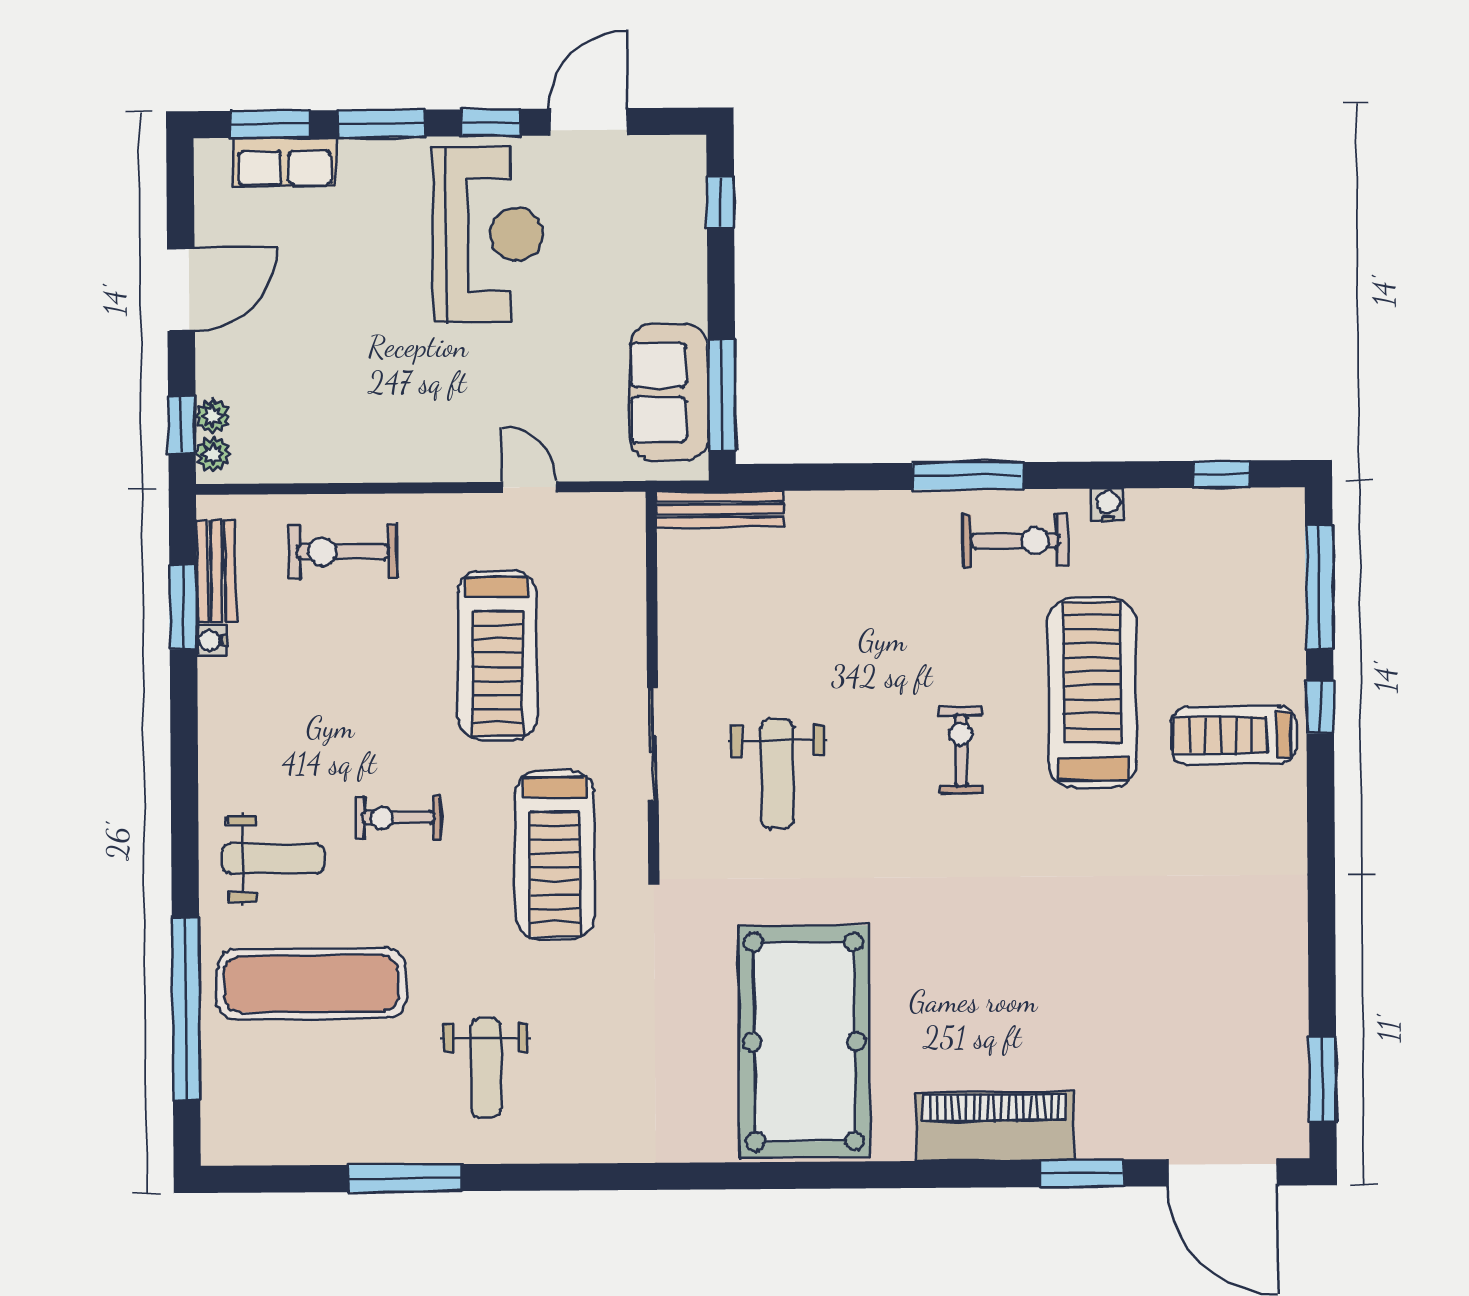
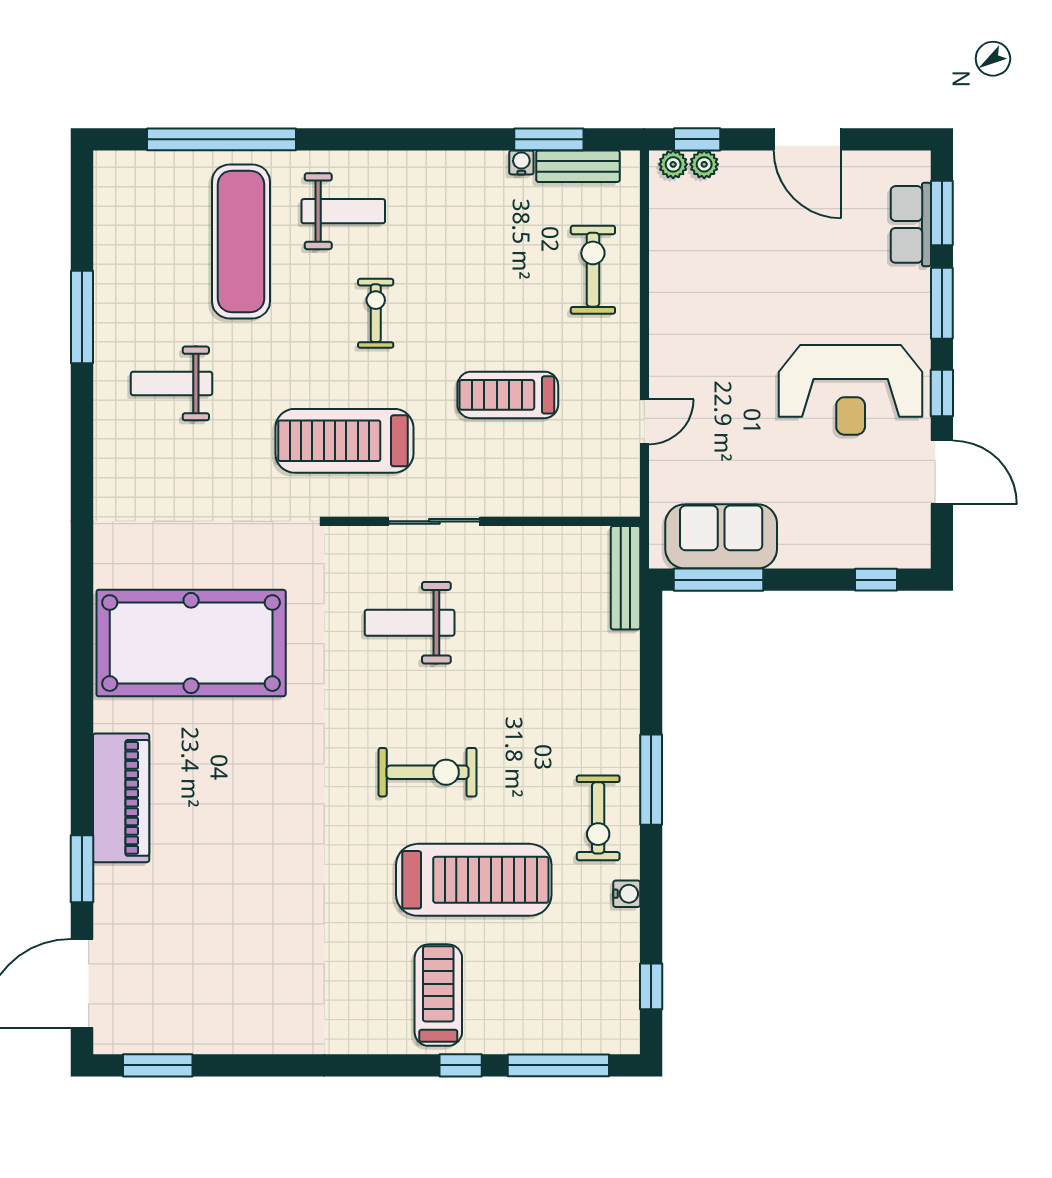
treadmill: (497, 655) -> (508, 395), width x0.73, depth x0.73
exercise bike: (961, 750) -> (428, 772), width x1.38, depth x1.39
weight bench: (273, 858) -> (343, 211), turned -90

